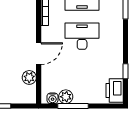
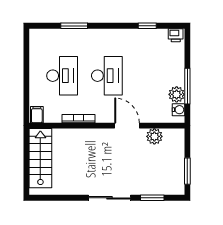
desk: (82, 36) -> (107, 76), turned 180
printer: (115, 90) -> (176, 35), width x0.53, depth x0.68

